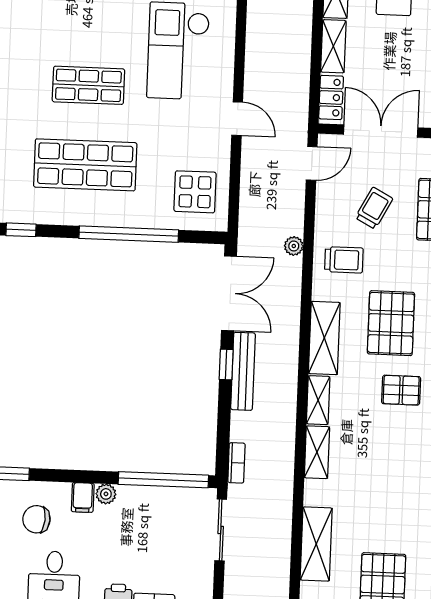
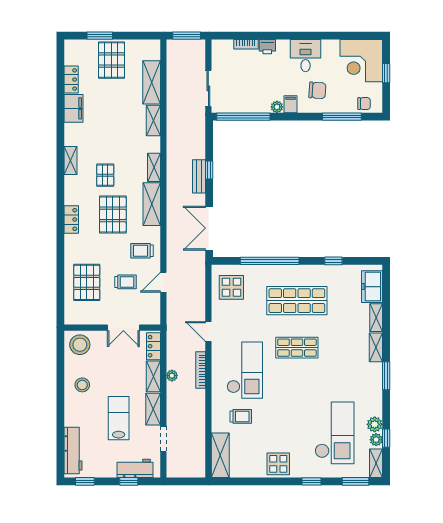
double door: (381, 131) -> (123, 328), width x0.73
door: (312, 163) -> (163, 282), moved
trolley: (374, 208) -> (125, 282), turned -118
plant: (294, 246) -> (172, 376), moved
window: (226, 365) -> (209, 170), moved
bench: (243, 371) -> (199, 176), width x0.73
pallet: (401, 390) -> (105, 175), turned 90
shelving: (317, 452) -> (153, 121), moved
bookcase: (236, 463) -> (201, 370), moved, width x1.56

